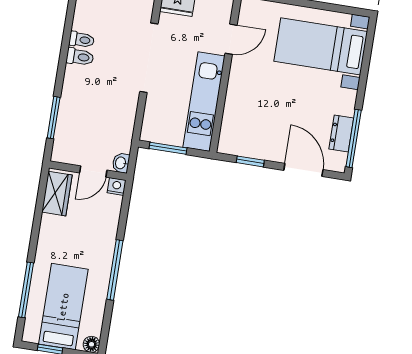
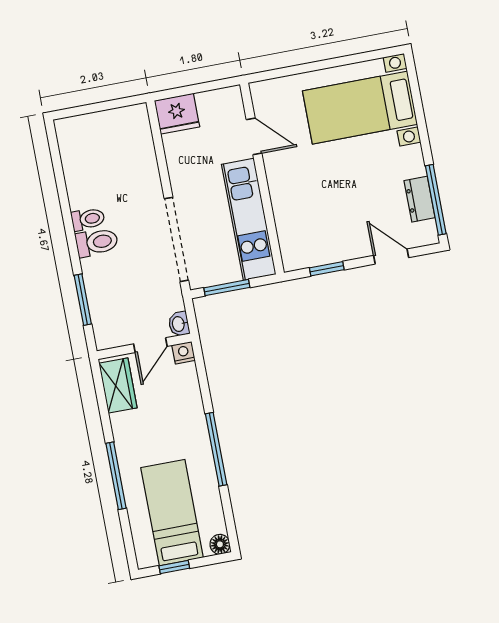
door: (231, 39) -> (254, 136), hinge flipped
toilet: (82, 40) -> (97, 242), moved, width x1.37, depth x1.39
doorway: (149, 58) -> (176, 239), moved
door: (303, 170) -> (391, 257), width x0.73
window: (26, 290) -> (116, 476), moved

